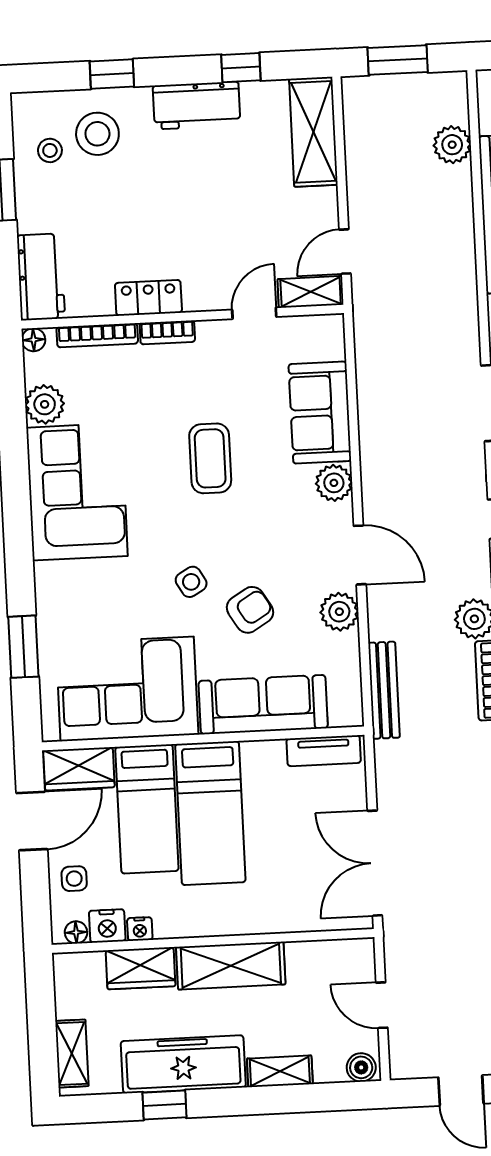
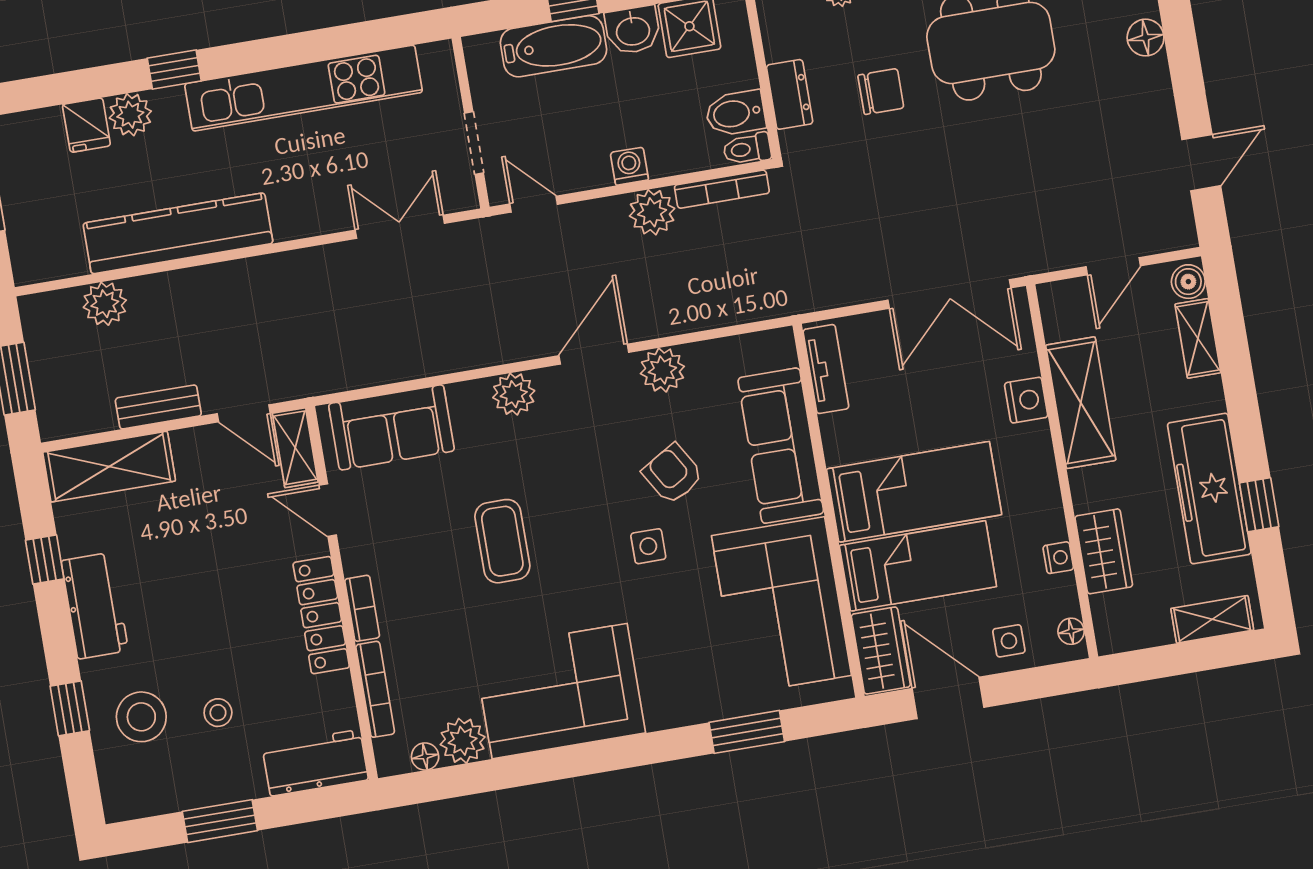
stool: (50, 150) -> (218, 713), moved
locker: (148, 298) -> (321, 615), width x1.53
floor lamp: (34, 340) -> (425, 756), moved
sofa: (320, 413) -> (391, 427), moved
coffee table: (210, 458) -> (502, 541), turned 90
side table: (191, 582) -> (648, 546), turned 30
bench: (384, 690) -> (158, 407), moved, width x0.73
nightstand: (107, 926) -> (1026, 400), moved
shelving: (231, 966) -> (1081, 403), moved
shelving: (280, 1071) -> (1198, 338), moved

